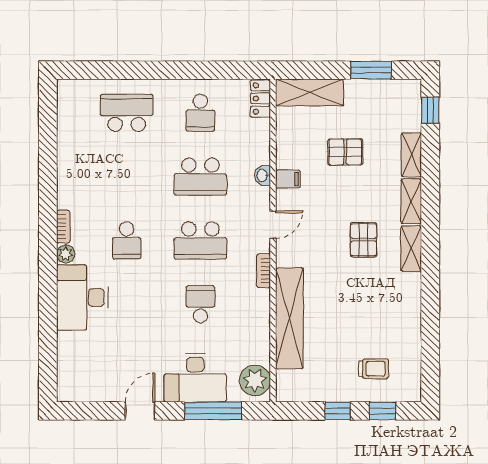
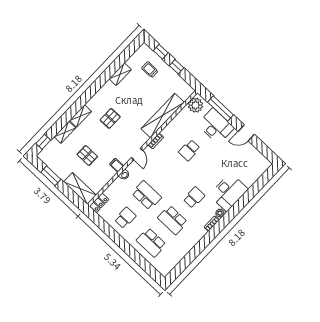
door: (273, 225) -> (137, 154), swing flipped
school desk: (200, 241) -> (173, 220), moved, turned 180
shelving: (411, 249) -> (120, 74), moved

